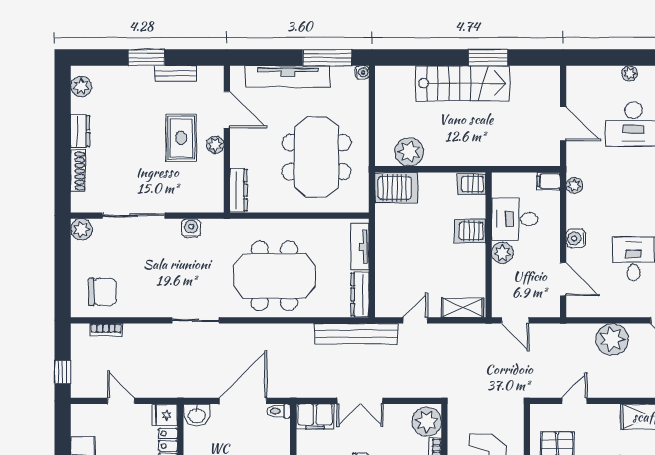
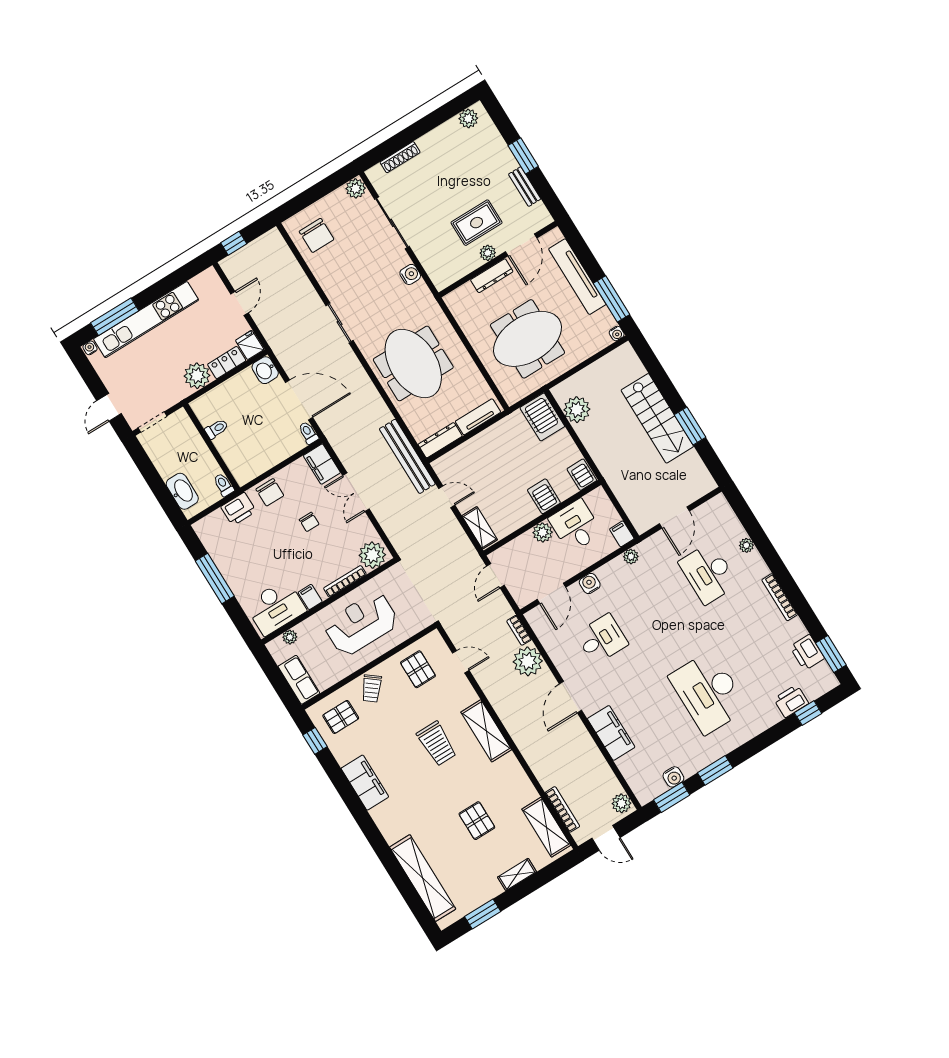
dresser: (80, 131) -> (433, 140), removed
dresser: (238, 190) -> (492, 276), moved
bookcase: (106, 330) -> (519, 630), moved

